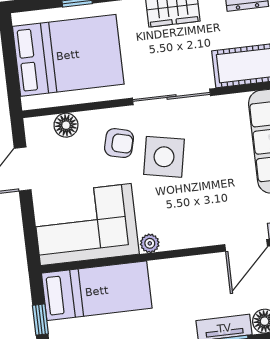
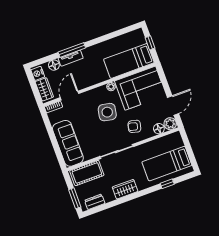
bed: (68, 55) -> (167, 164), width x0.67
plant: (39, 130) -> (170, 124), added
side table: (164, 157) -> (107, 112), moved

